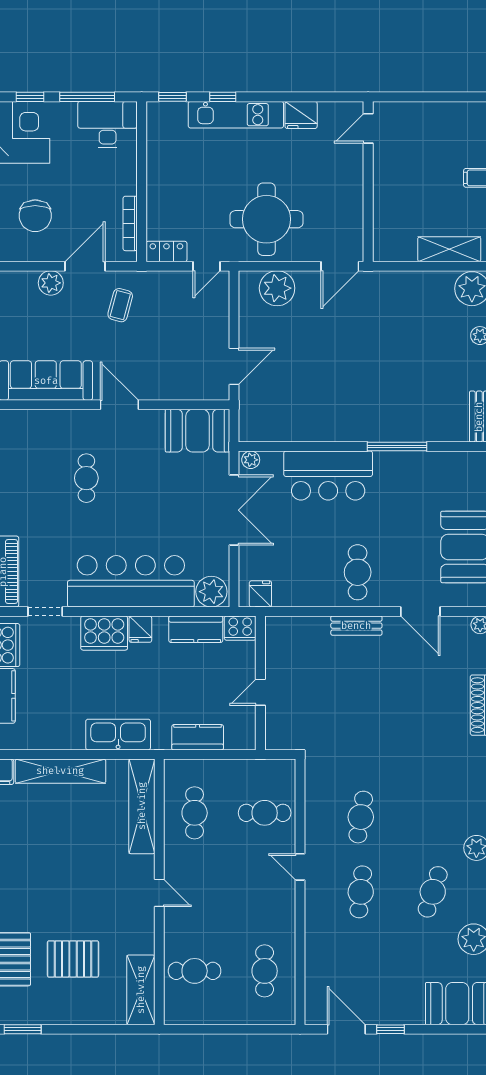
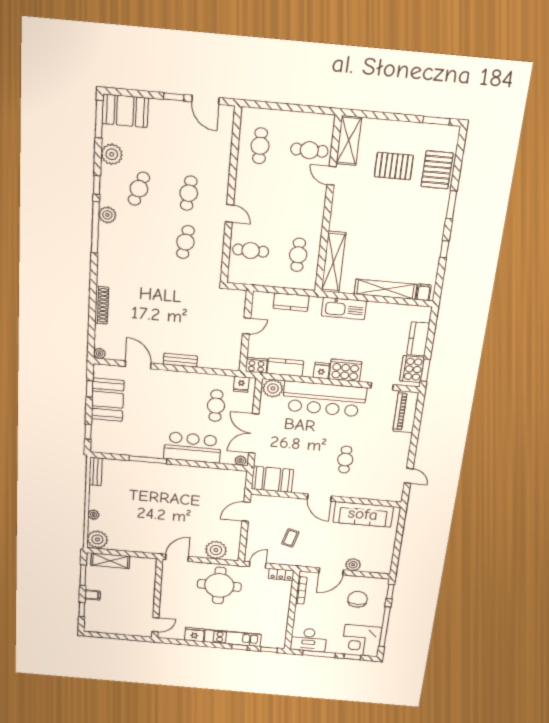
coffee table: (120, 305) -> (290, 538), moved
cafe table: (358, 572) -> (216, 406), moved
door: (159, 893) -> (332, 176), moved

